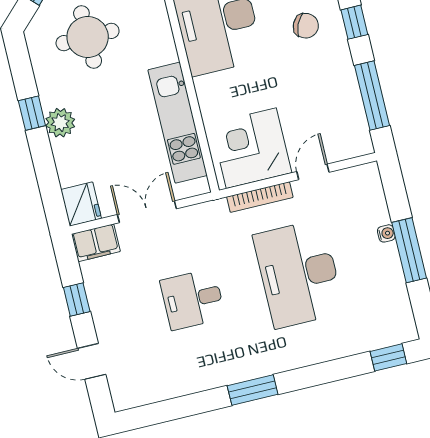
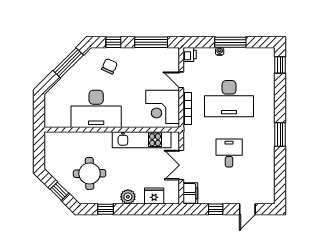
window: (32, 113) -> (105, 209), moved
printer: (366, 176) -> (190, 55), added
fridge: (81, 204) -> (154, 196), moved
desk: (193, 299) -> (229, 153), turned 180

